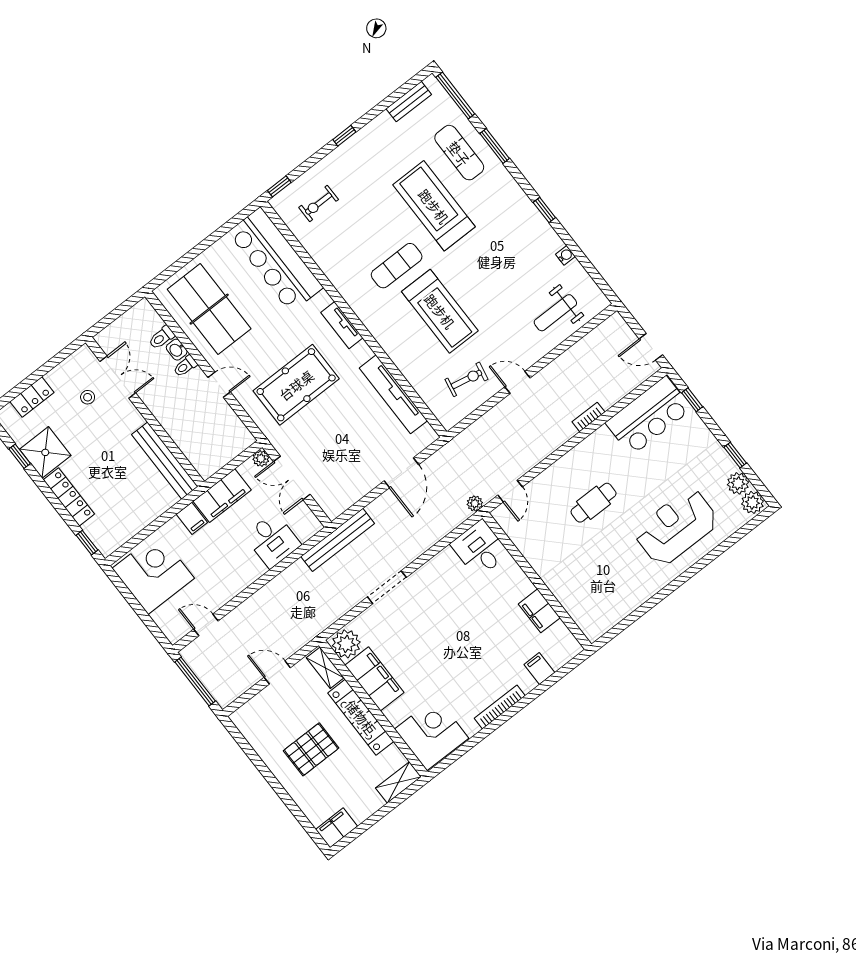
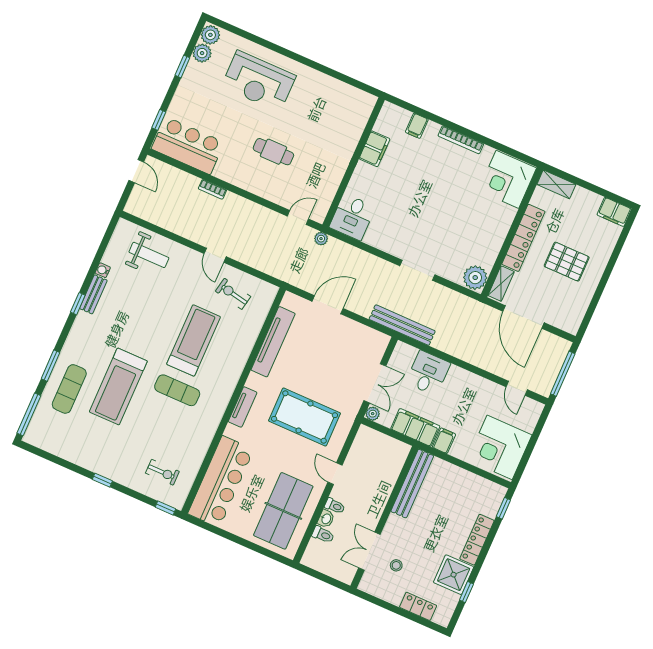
bench: (409, 102) -> (93, 294), moved, turned 90
door: (277, 672) -> (524, 317), width x1.88
filing cabinet: (374, 679) -> (490, 243), removed

